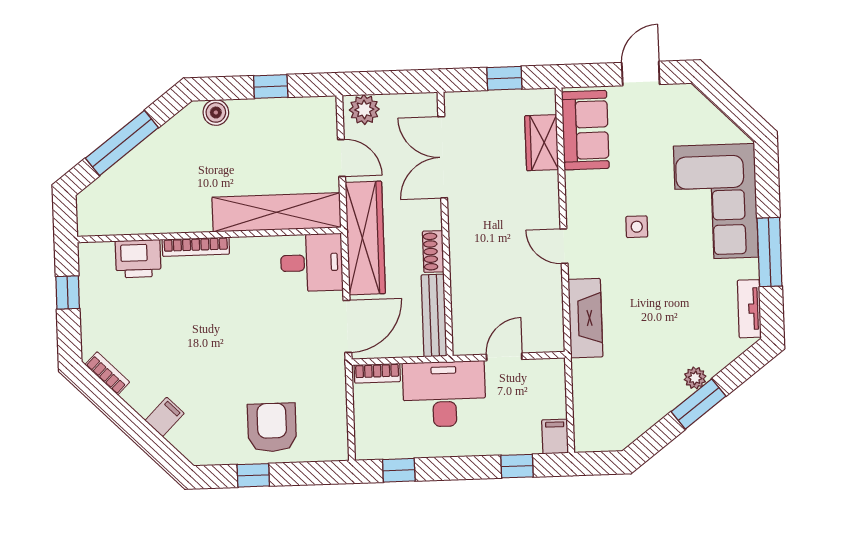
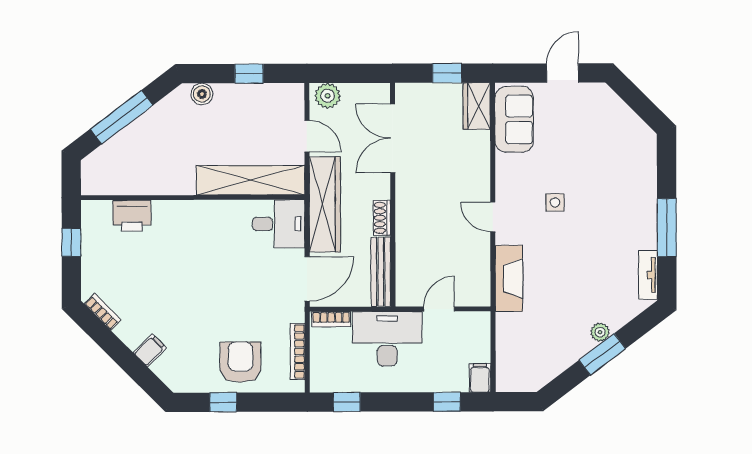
wardrobe: (542, 143) -> (477, 106), moved
corner sofa: (716, 202) -> (623, 184), removed
bookcase: (196, 247) -> (298, 351), moved, turned 90

